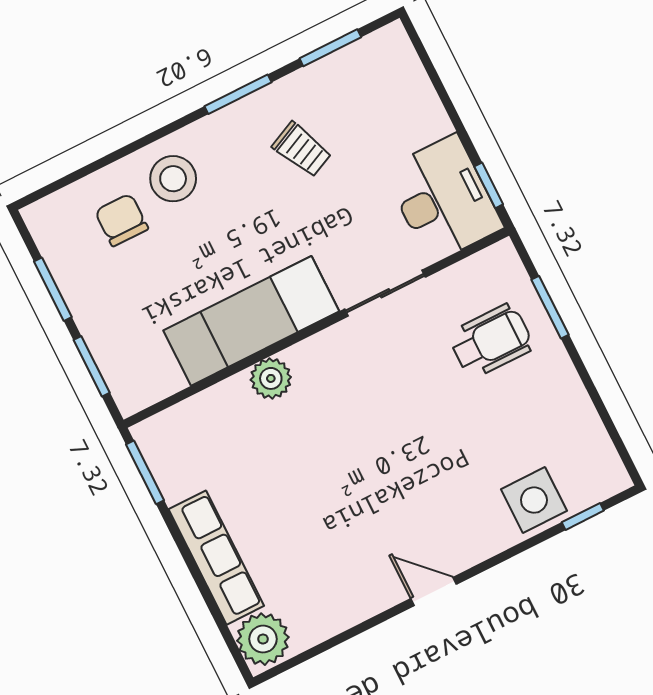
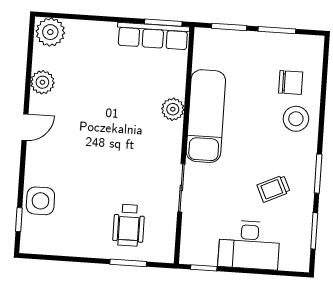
desk: (443, 199) -> (249, 245), moved
row of seats: (216, 558) -> (153, 36), moved
plant: (348, 605) -> (42, 82), added

